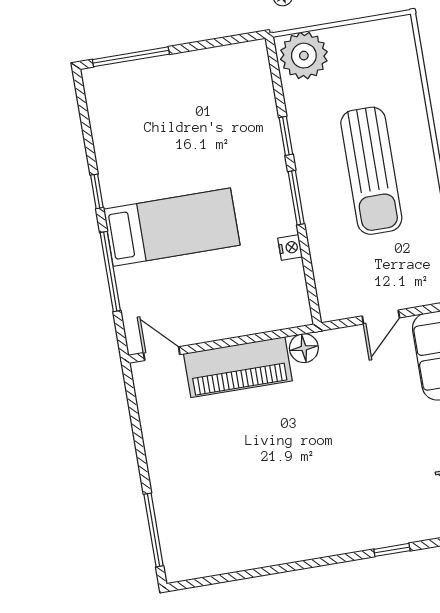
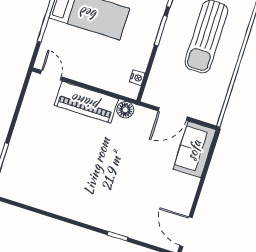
nightstand: (290, 247) -> (137, 78), moved
door: (381, 317) -> (173, 114), width x1.38

